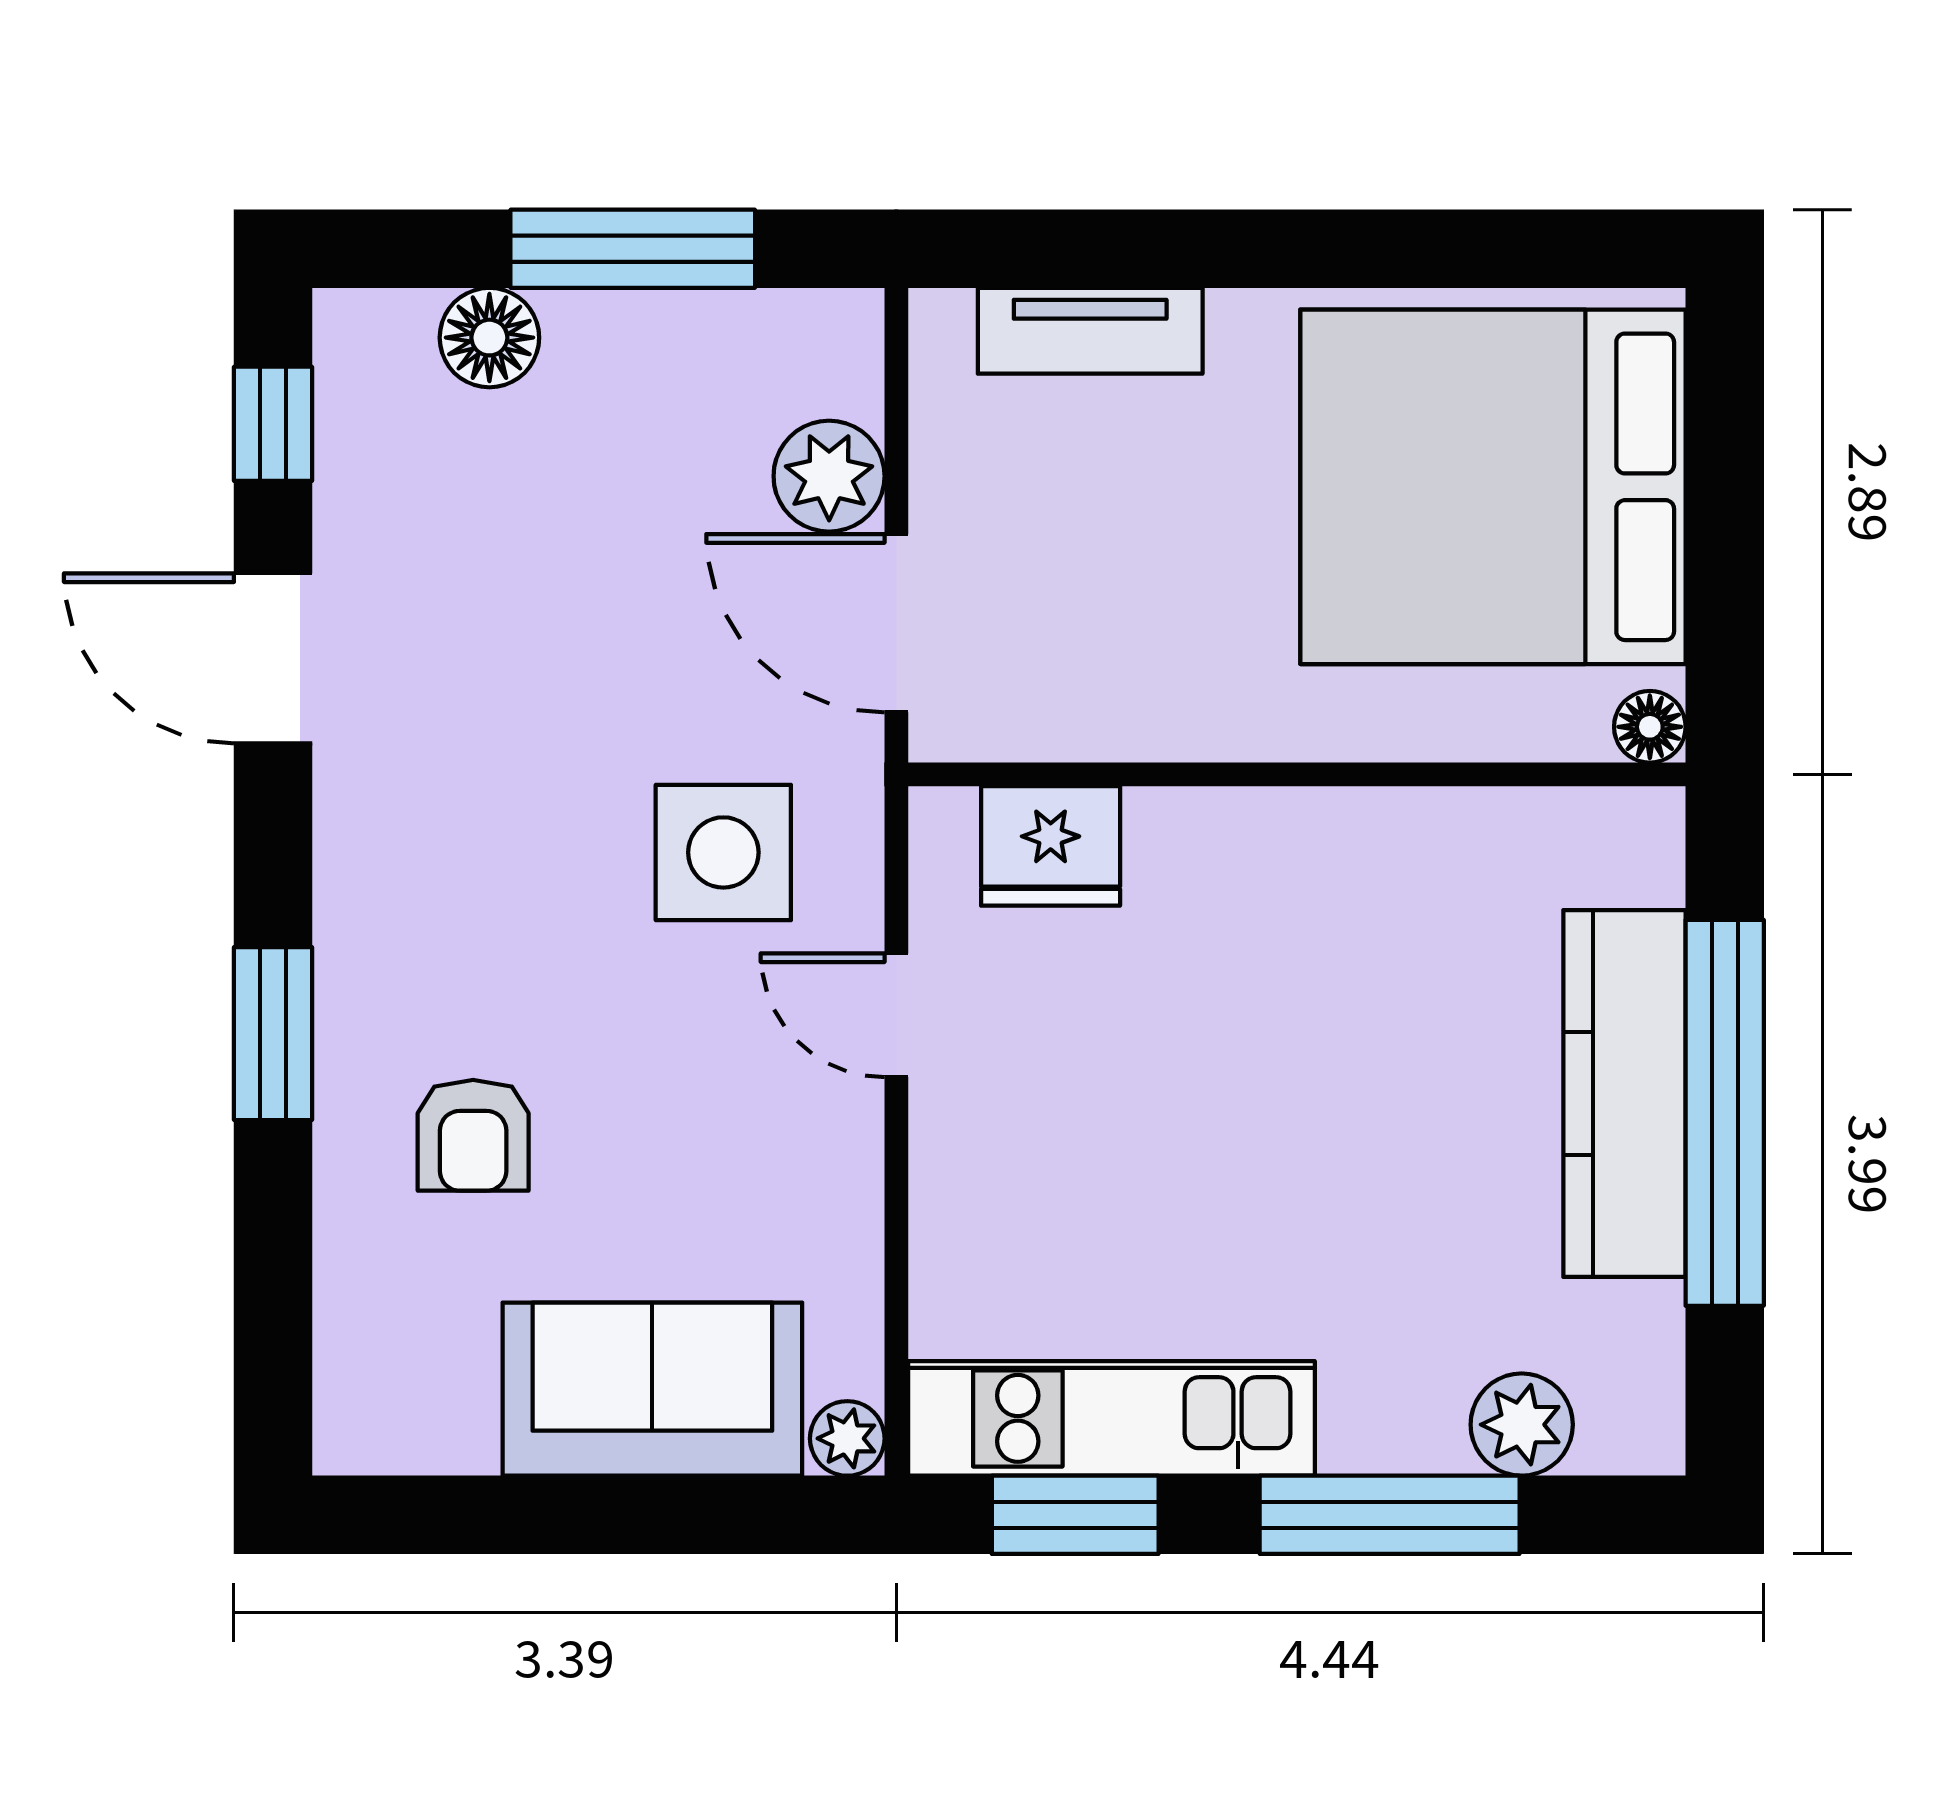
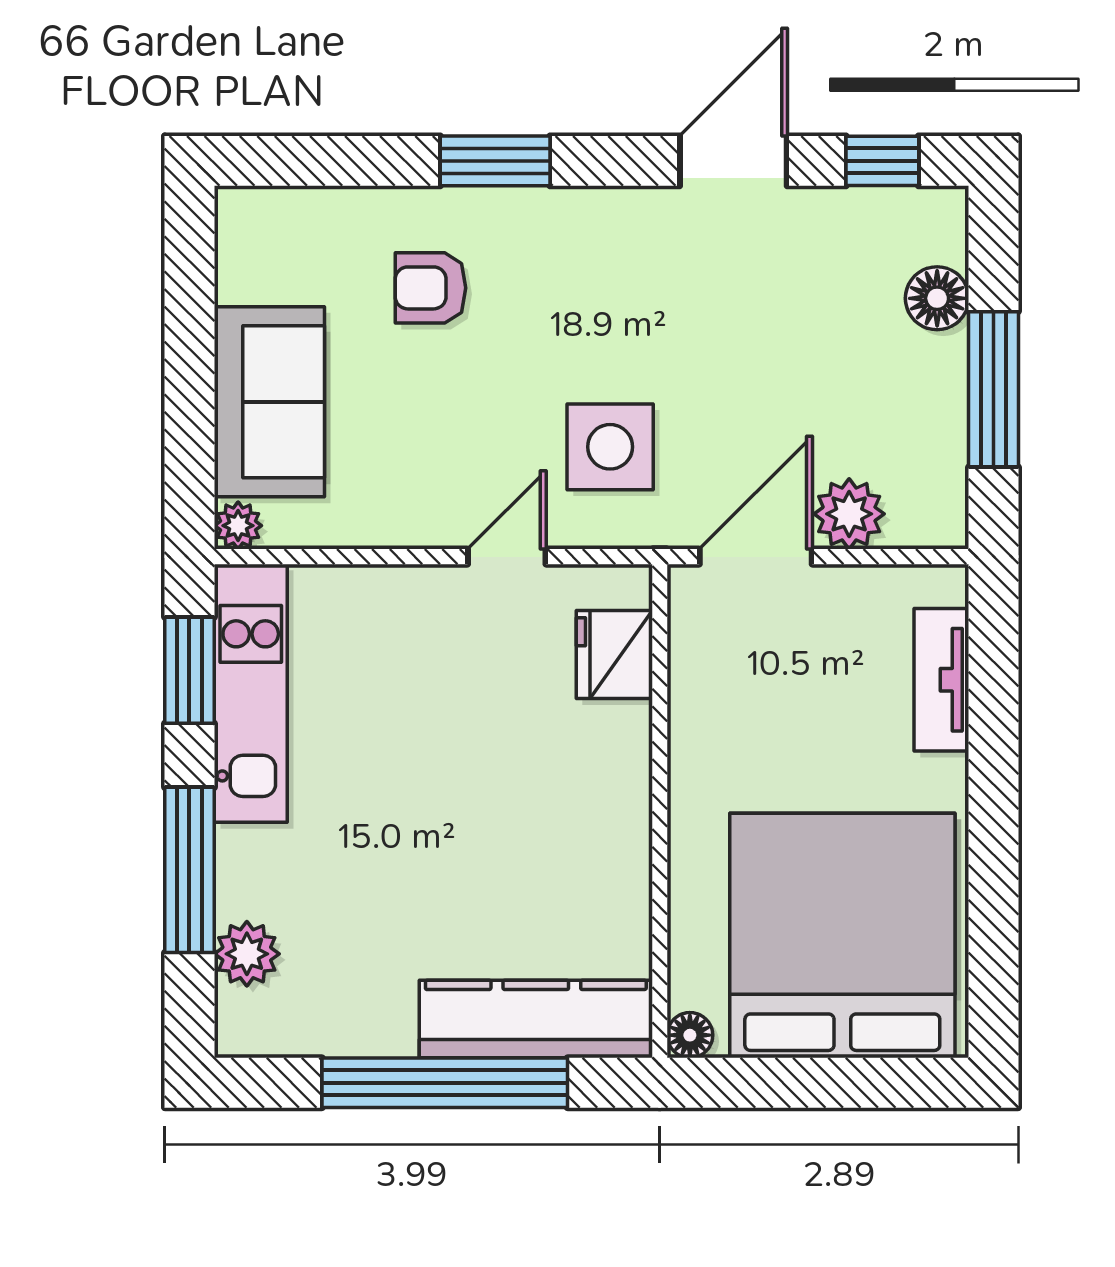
kitchen counter: (1624, 1093) -> (536, 1019), moved

